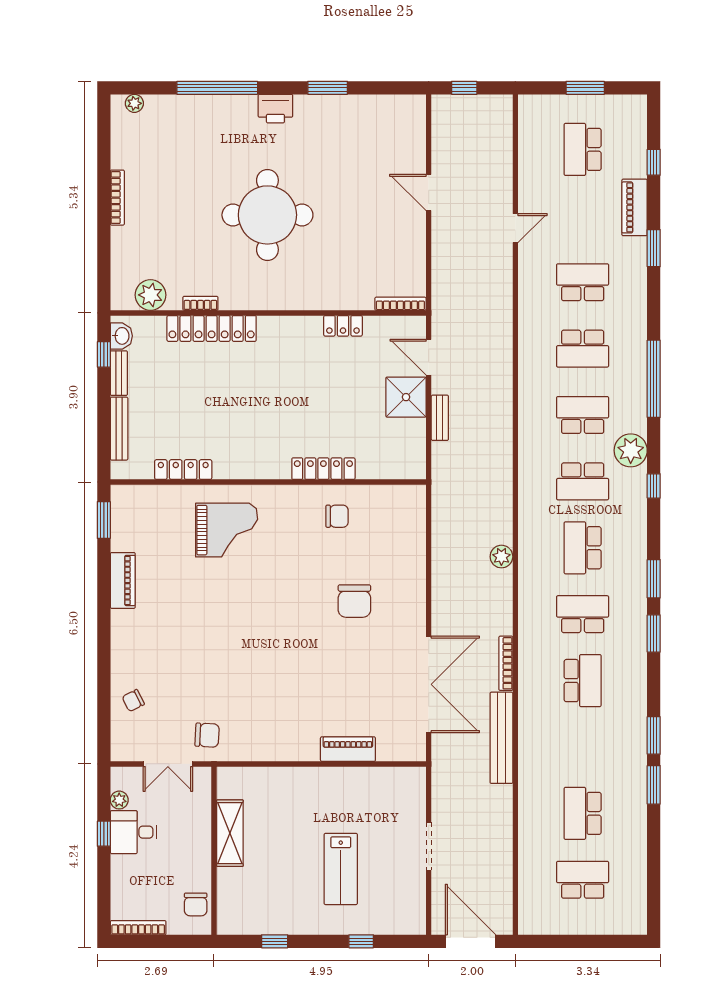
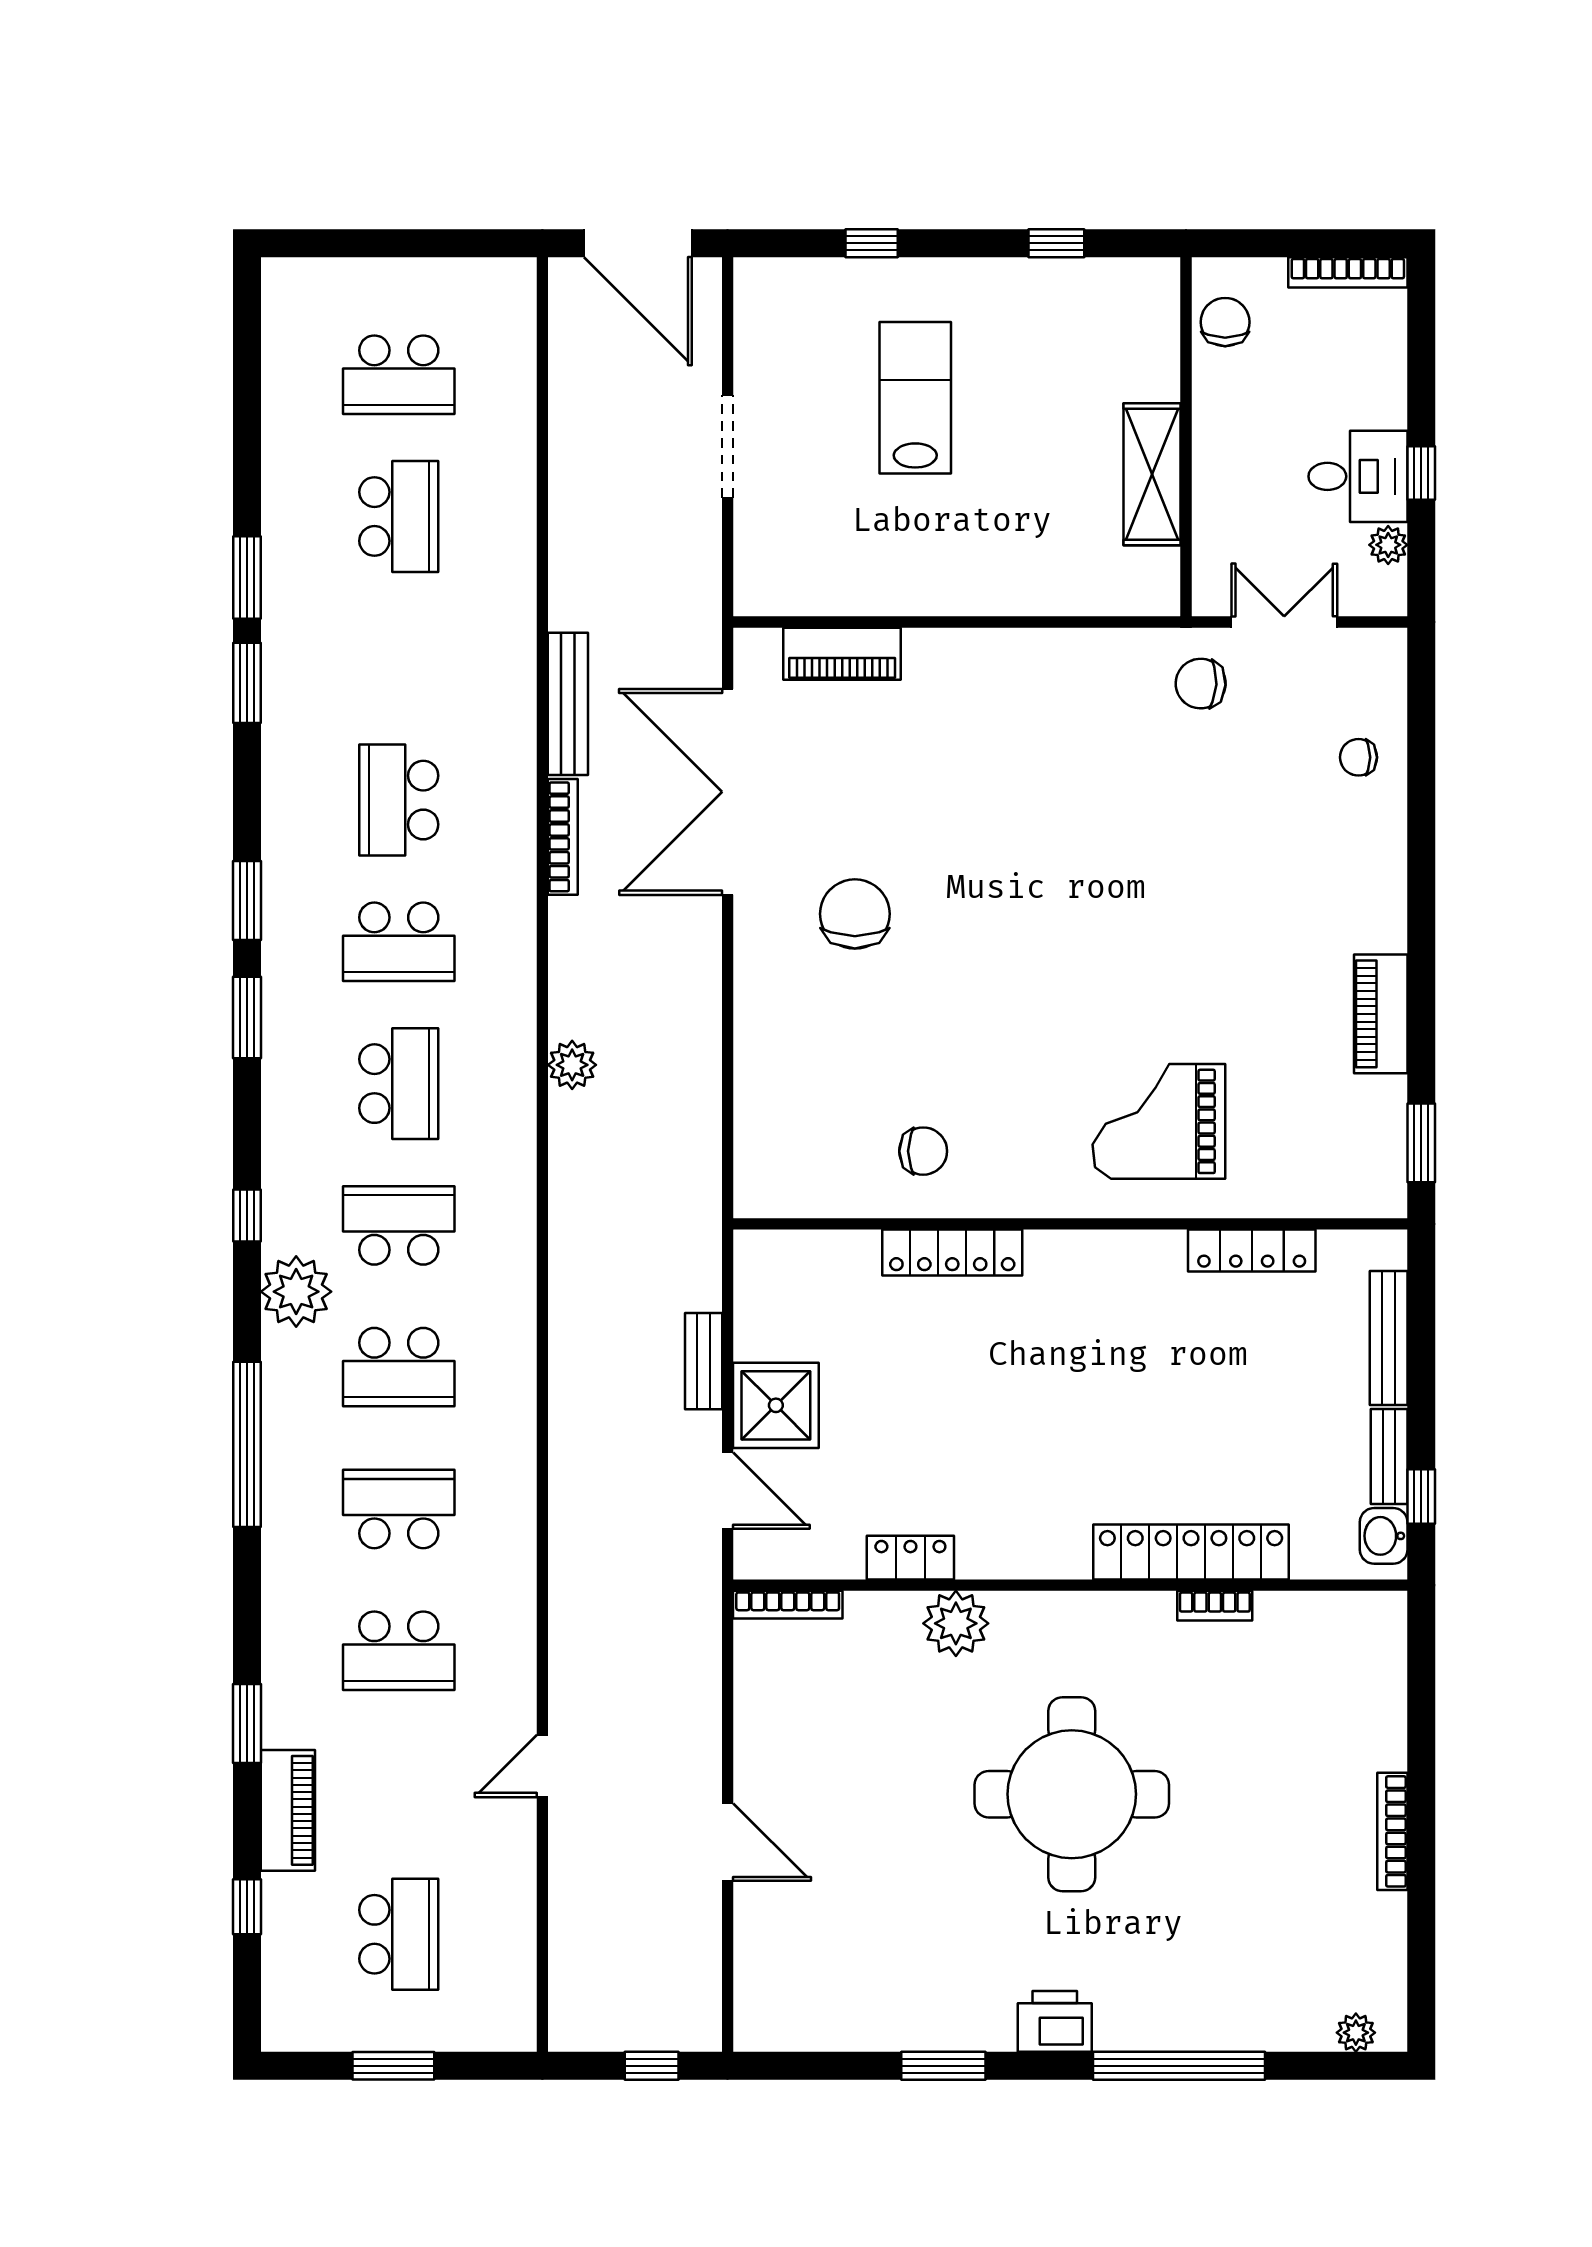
plant: (150, 295) -> (956, 1623), moved
chair: (337, 516) -> (923, 1151), turned 180
chair: (354, 601) -> (855, 914), moved
chair: (133, 701) -> (1358, 757), turned -153
bench: (501, 738) -> (568, 704), width x0.73, depth x0.82
piano: (348, 749) -> (842, 654), moved

